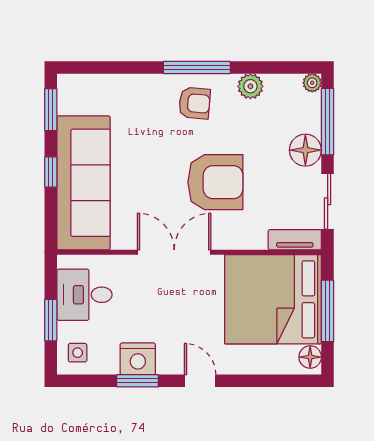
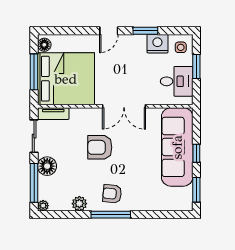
armchair: (215, 182) -> (100, 147), width x0.73, depth x0.73
nightstand: (138, 359) -> (157, 44), moved
door: (200, 381) -> (109, 31), hinge flipped

